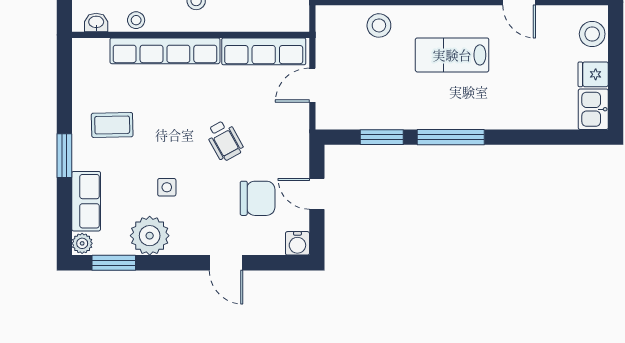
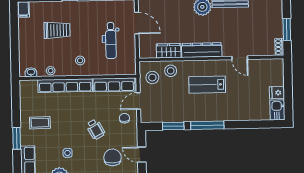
stool: (592, 34) -> (152, 78), moved
chair: (283, 119) -> (124, 118), added
chair: (258, 198) -> (112, 157), turned -90

